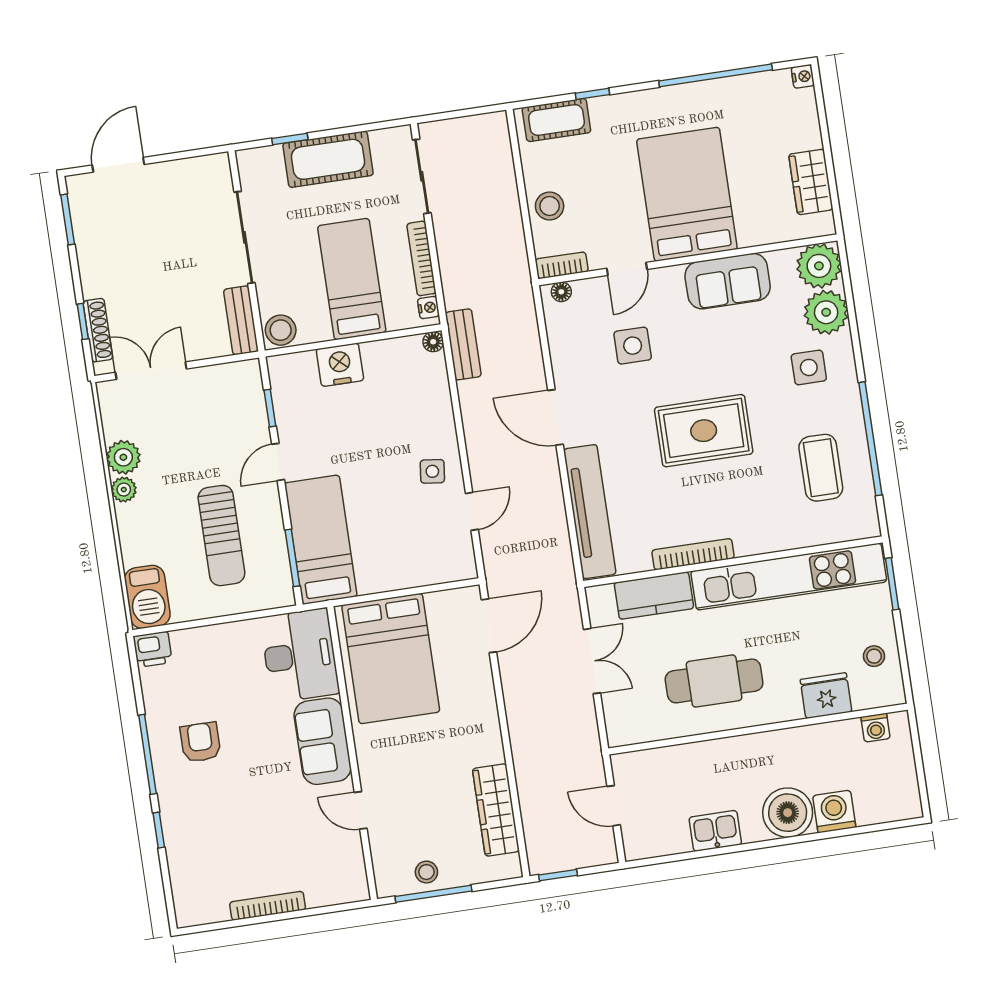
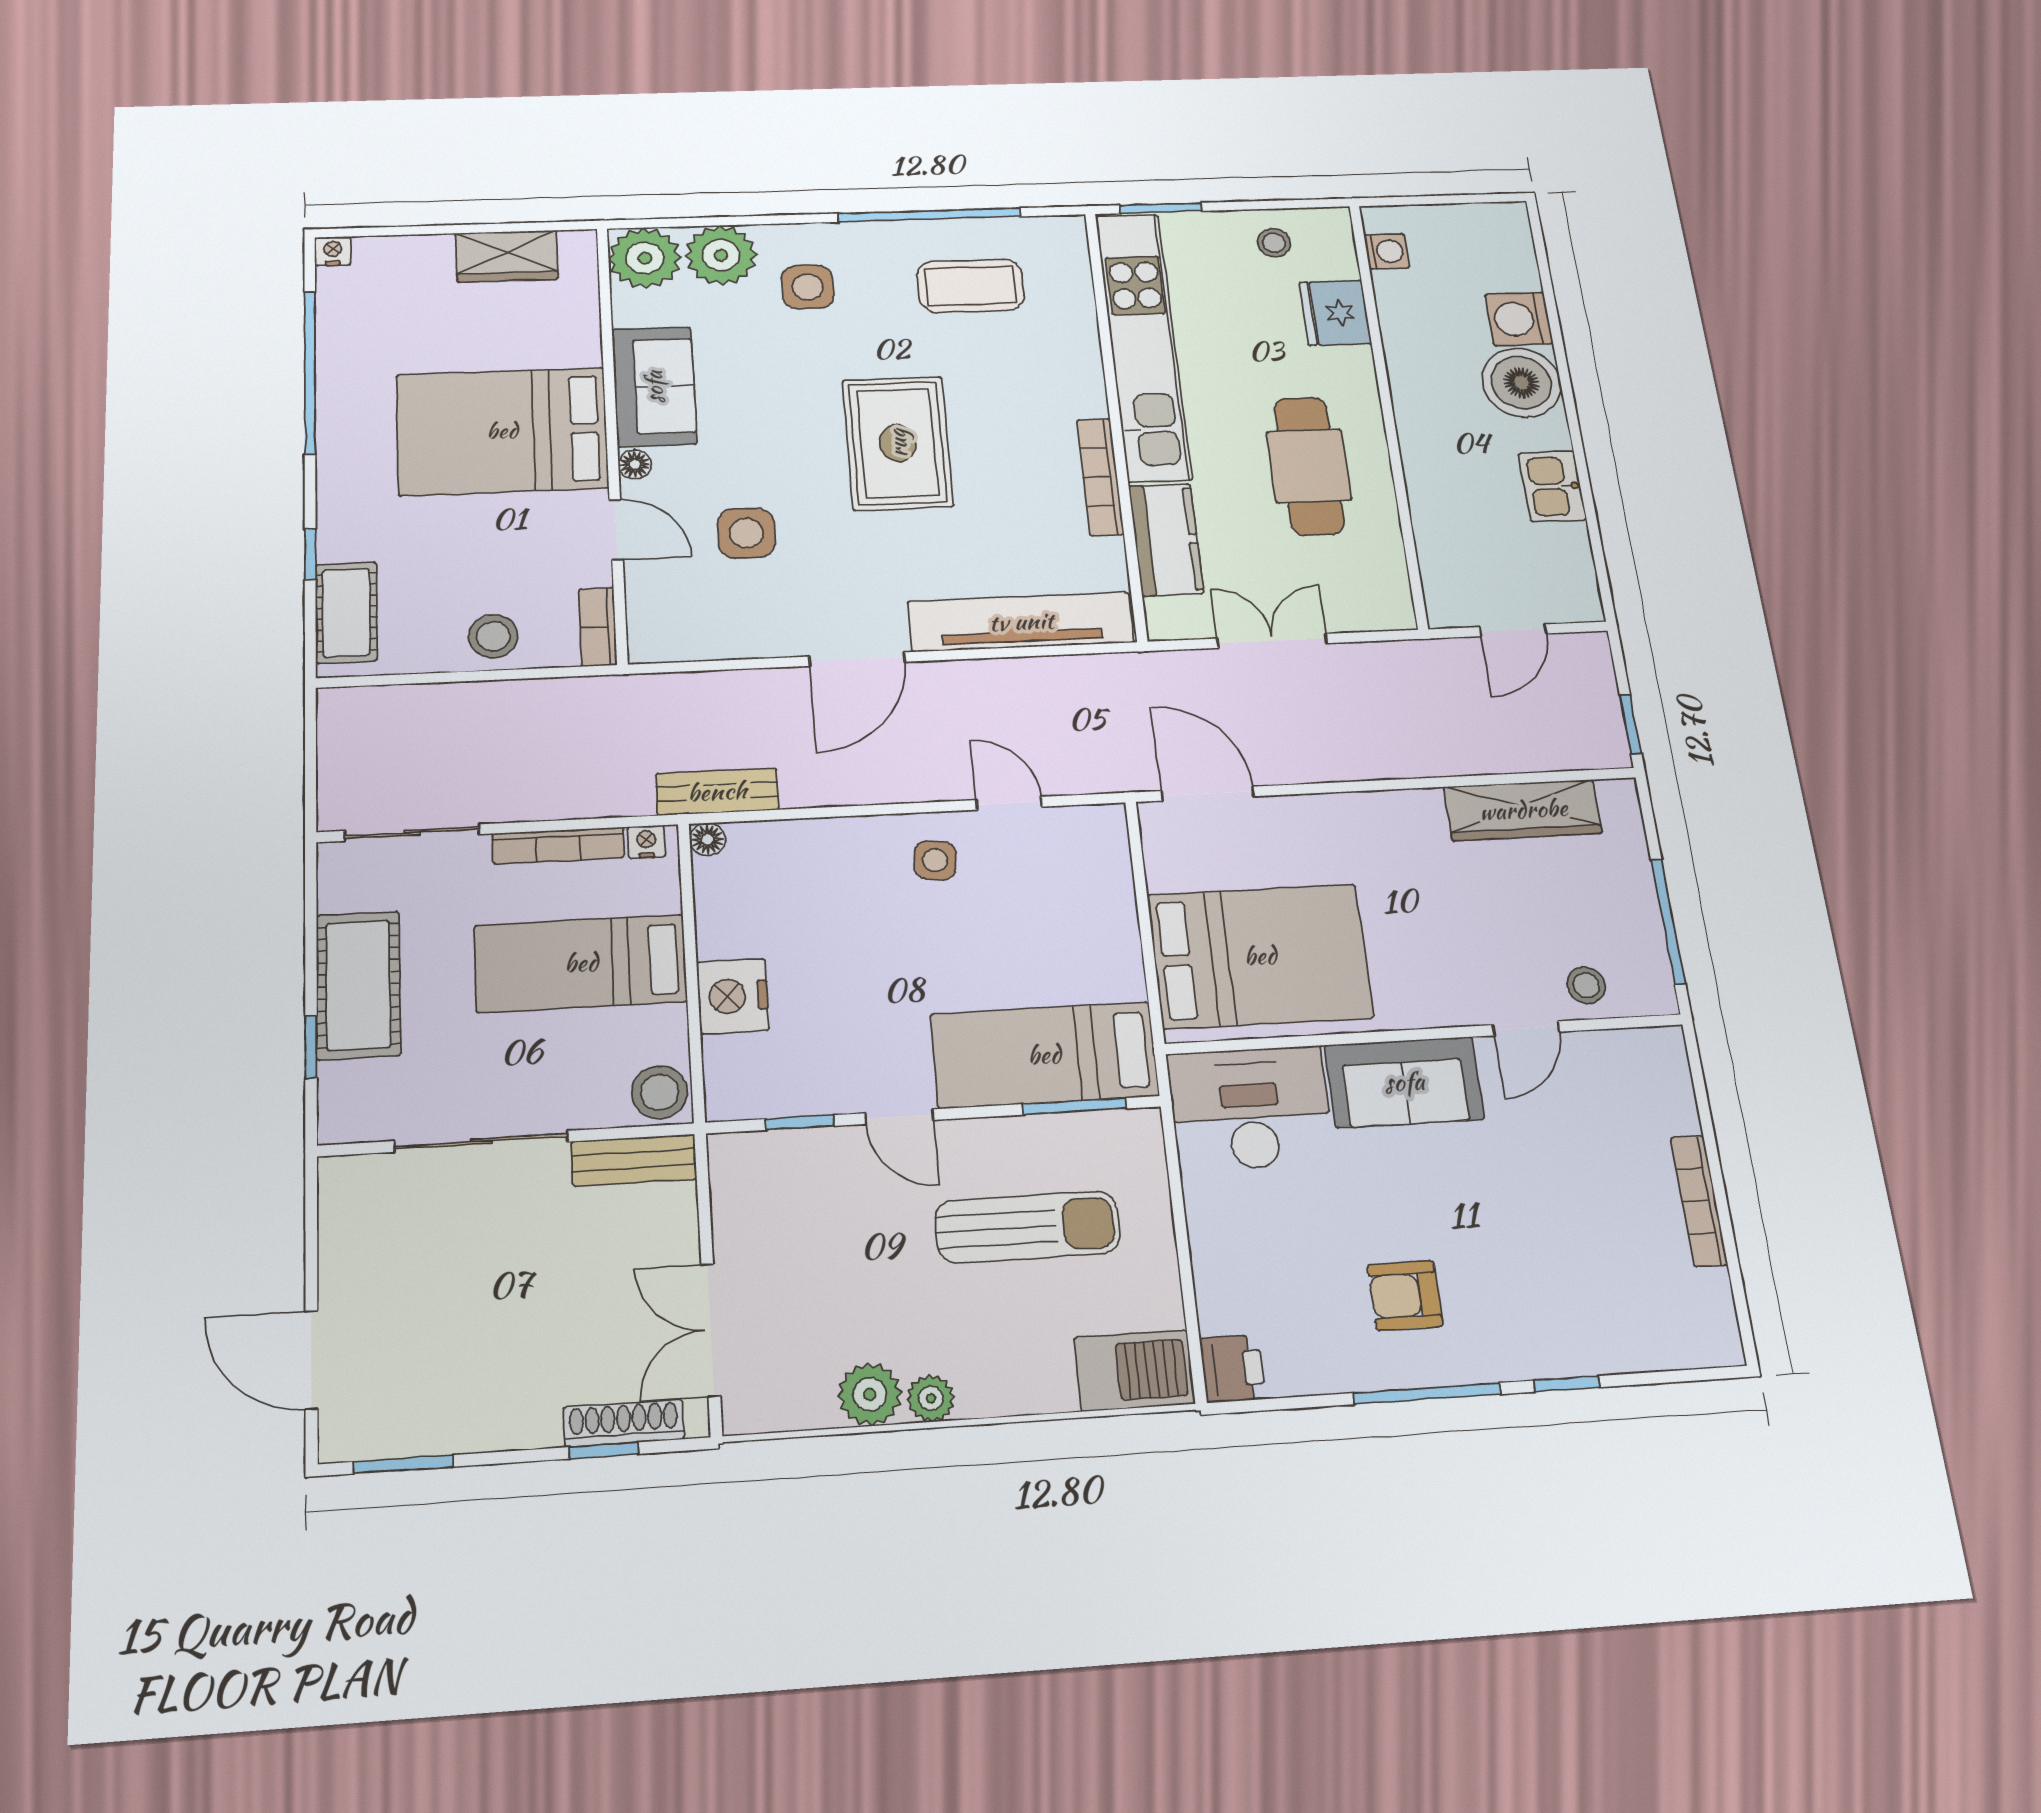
floor lamp: (561, 292) -> (635, 464), moved
stool: (426, 872) -> (1586, 985), moved

